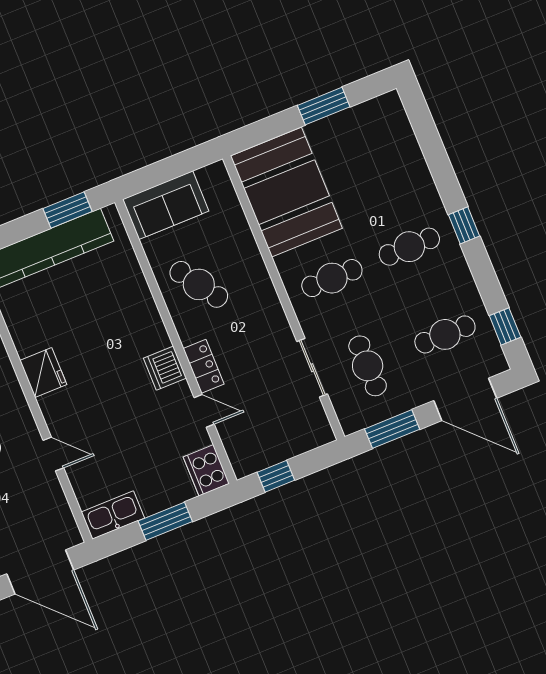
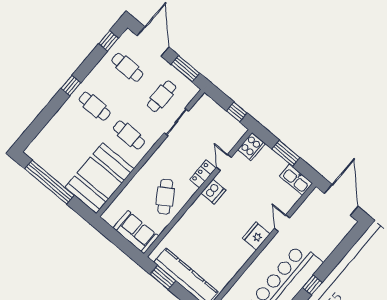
window: (324, 106) -> (49, 182), width x2.11
fridge: (43, 373) -> (256, 236), moved

